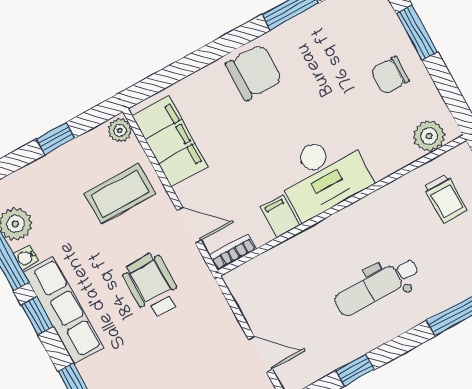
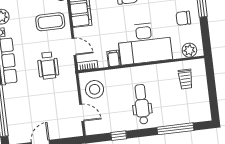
desk: (323, 175) -> (145, 43), width x1.36, depth x1.30
wheelchair: (152, 285) -> (48, 66), turned 180
dental chair: (377, 287) -> (142, 104), turned 90
stool: (267, 295) -> (95, 89), added

